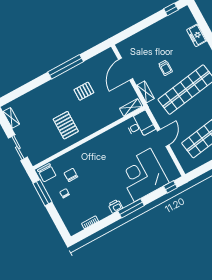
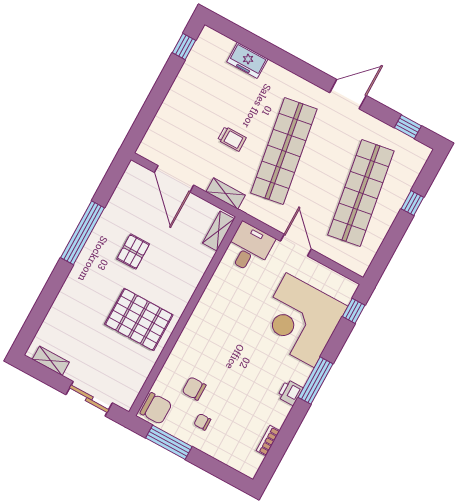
pallet: (66, 125) -> (139, 320), width x1.37, depth x1.41

